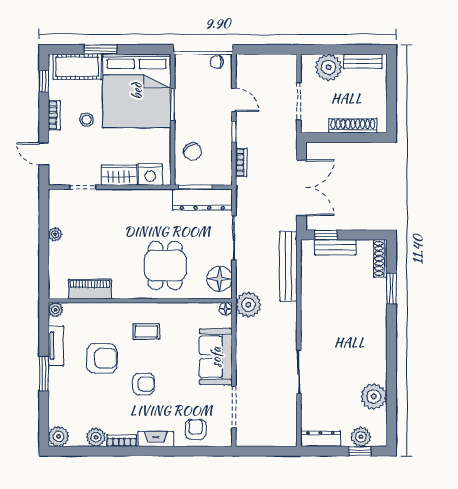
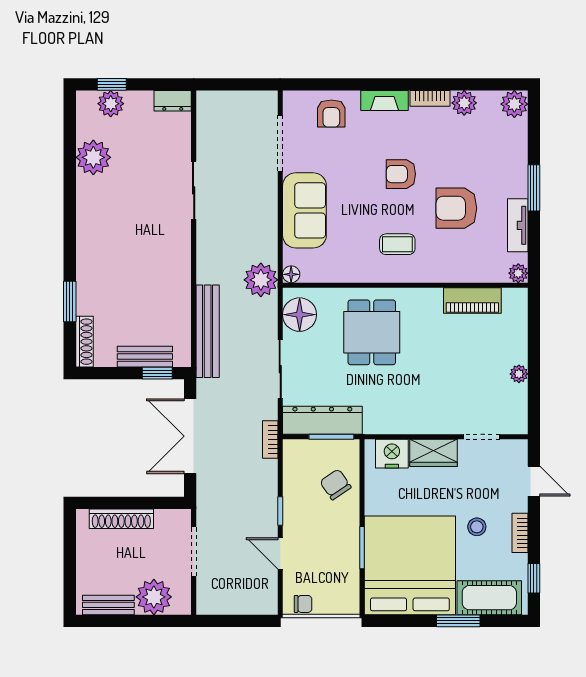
bookcase: (241, 162) -> (270, 440), moved
dresser: (320, 439) -> (173, 101), width x0.70

